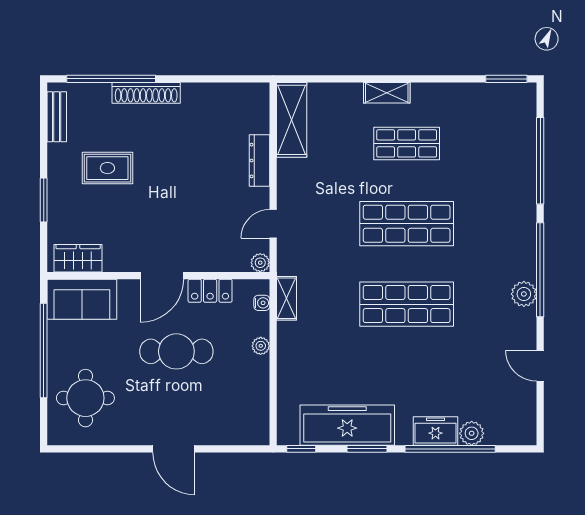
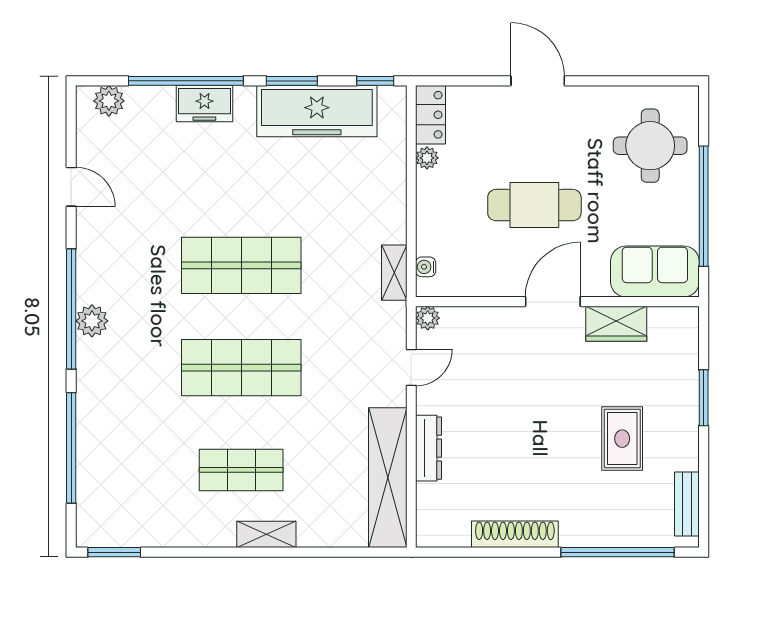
shoe rack: (146, 93) -> (515, 534), moved
shelving: (292, 120) -> (388, 478), width x1.47
rug: (107, 168) -> (622, 439), turned 90
wardrobe: (78, 258) -> (616, 324), moved
locker: (210, 291) -> (431, 115), moved, turned 90
plant: (524, 294) -> (92, 321), moved
plant: (261, 346) -> (427, 158), moved
plant: (472, 433) -> (109, 101), moved

